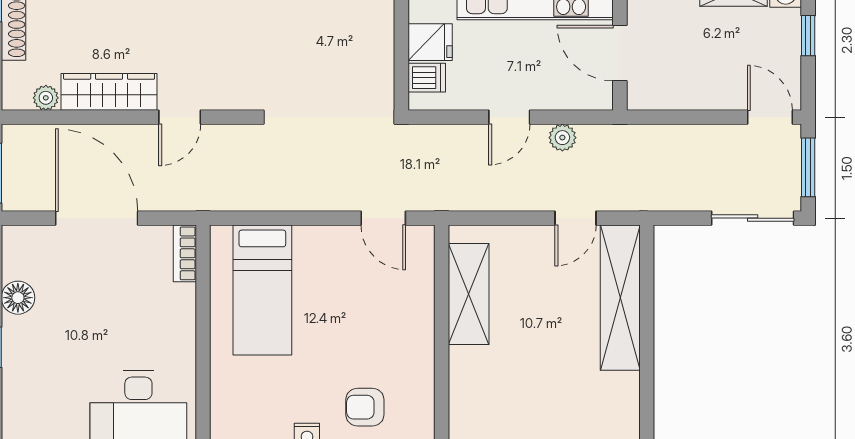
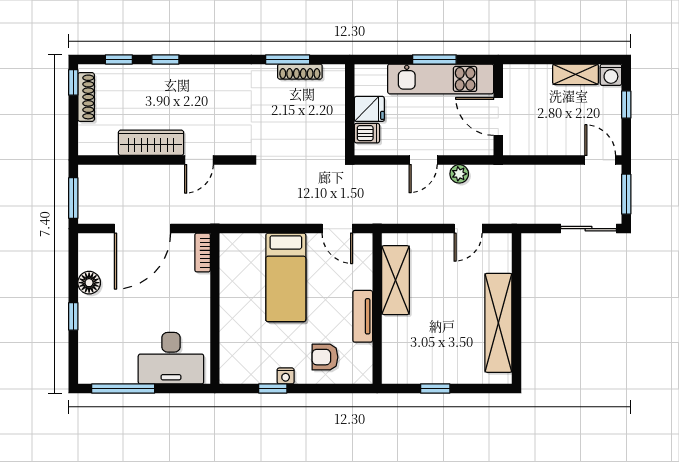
plant: (46, 98) -> (108, 147), removed
door: (97, 218) -> (143, 229), swing flipped
bed: (262, 290) -> (286, 277), moved
shelving: (620, 298) -> (498, 323), moved
tv unit: (420, 347) -> (363, 316), added

